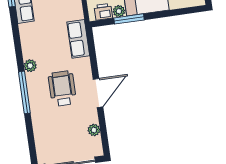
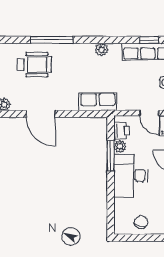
plant: (30, 66) -> (101, 50), moved
wheelchair: (62, 88) -> (34, 65), moved

